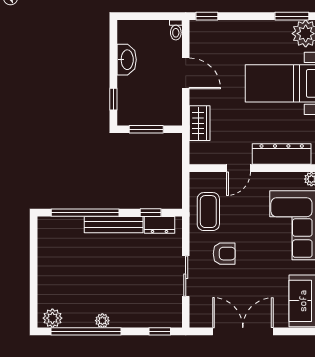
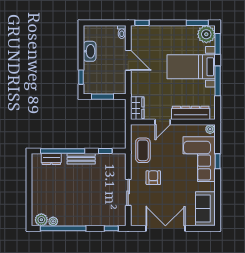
wardrobe: (200, 123) -> (137, 108), moved
bench: (114, 225) -> (81, 159), width x0.73
dresser: (159, 225) -> (51, 159), moved
armchair: (224, 254) -> (153, 178), turned -90
plant: (102, 321) -> (53, 221), moved

